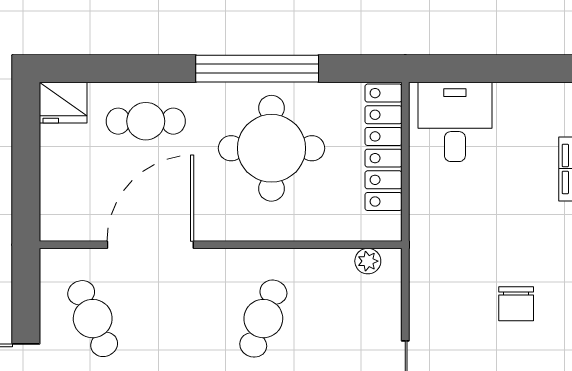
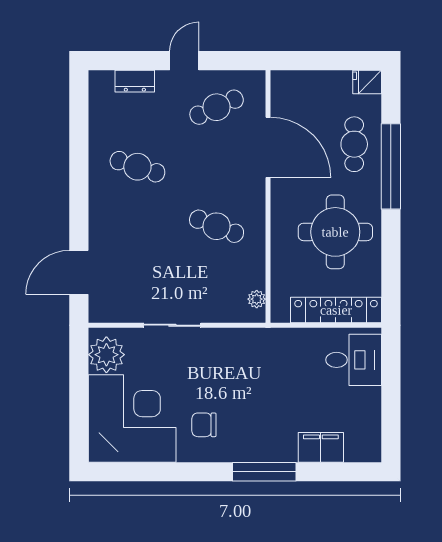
window: (257, 69) -> (391, 166), moved
fridge: (63, 103) -> (367, 82), width x0.72
chair: (516, 304) -> (204, 425), moved

